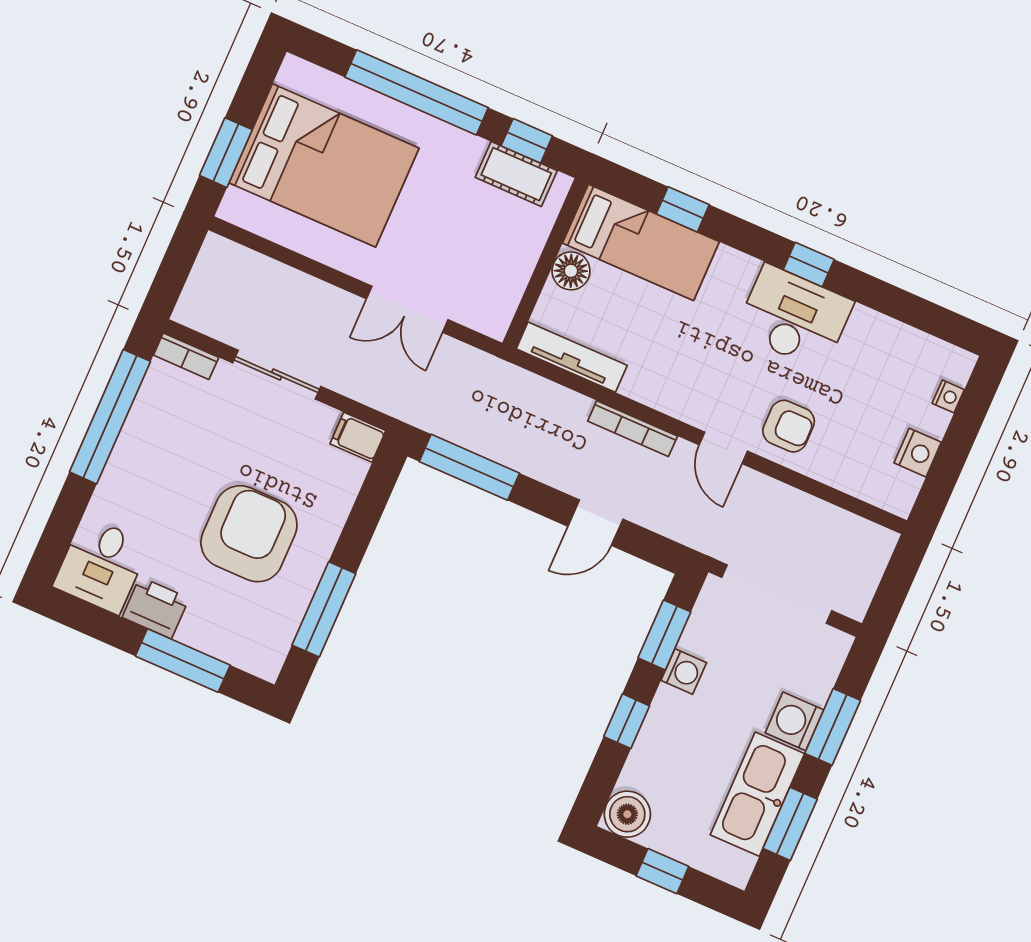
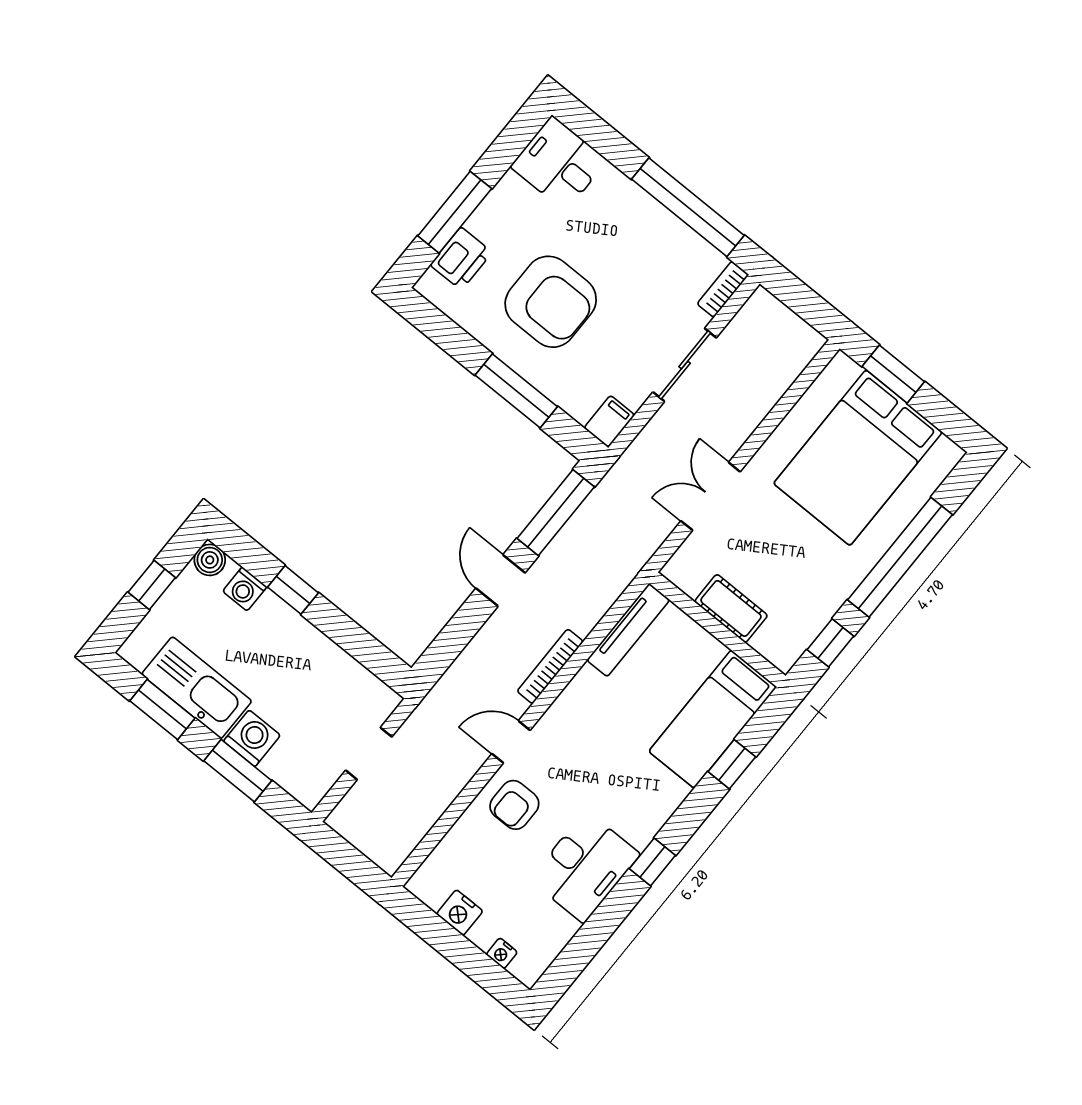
cot: (516, 174) -> (731, 608), moved, turned 90
floor lamp: (571, 271) -> (705, 650), removed
desk: (794, 317) -> (585, 867), moved
door: (595, 523) -> (501, 581), moved
doorway: (777, 594) -> (369, 754), width x0.53
printer: (156, 608) -> (461, 259), moved
window: (324, 609) -> (516, 391), moved
window: (664, 635) -> (360, 644), removed
washing machine: (684, 672) -> (245, 589), moved
boiler: (627, 814) -> (210, 560), width x0.73, depth x0.73

